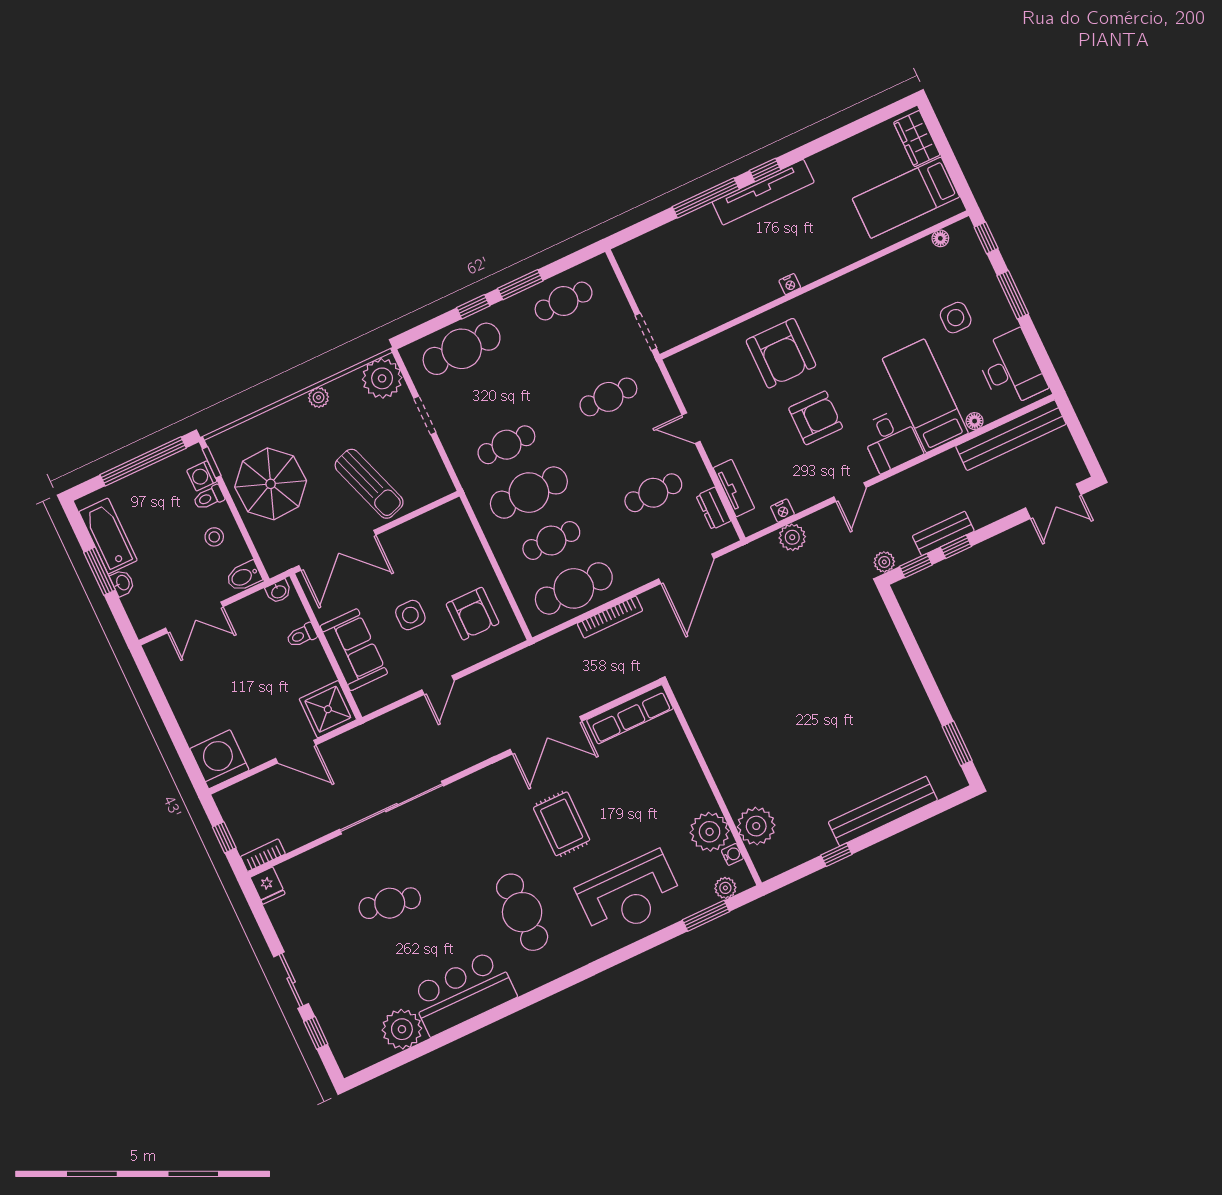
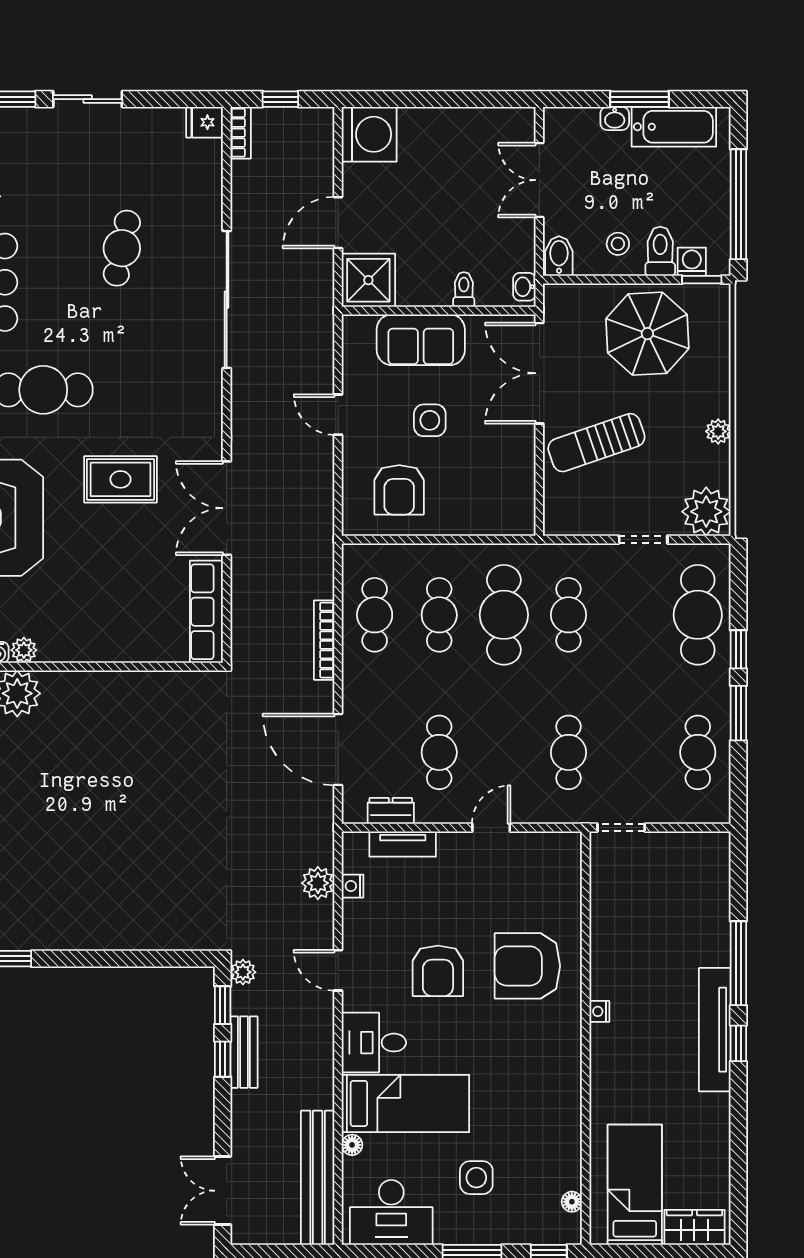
toilet: (209, 498) -> (660, 251), width x1.37, depth x1.39
cafe table: (574, 588) -> (375, 615), width x0.73, depth x0.74
armchair: (473, 614) -> (399, 490), turned -90
plant: (710, 832) -> (24, 650), width x0.53, depth x0.53

